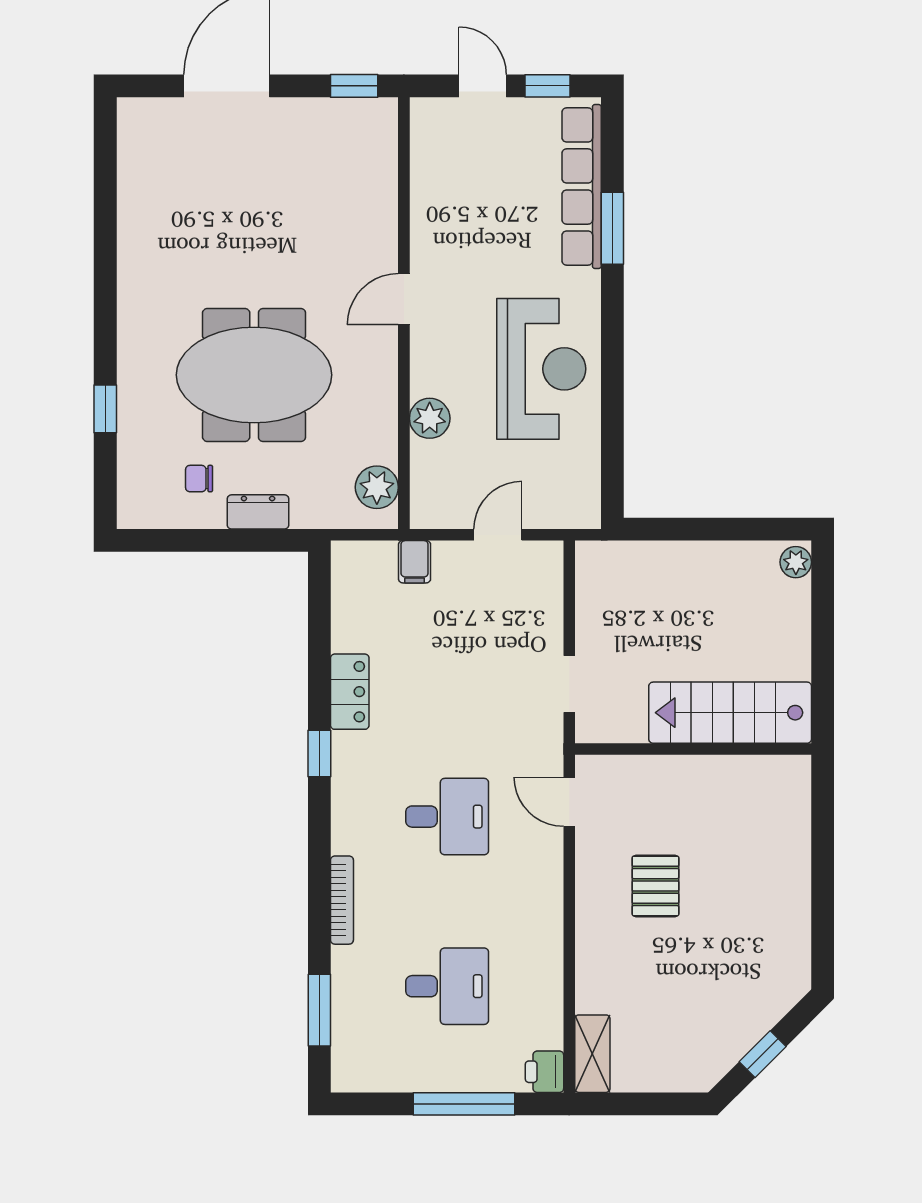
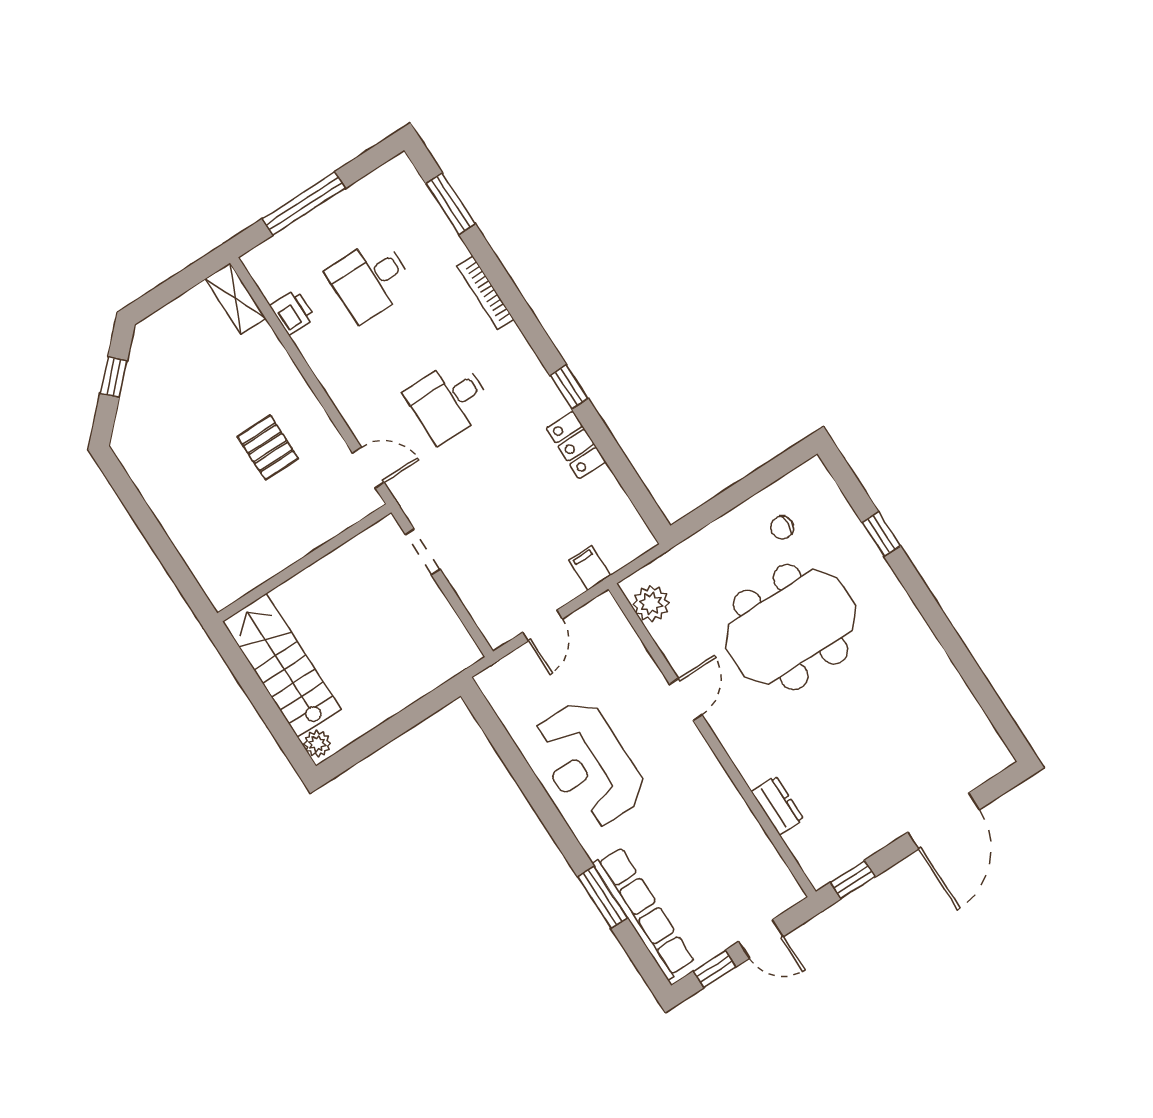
door: (404, 299) -> (686, 699), moved
plant: (430, 418) -> (645, 677), removed
chair: (199, 479) -> (782, 528), turned 180
dresser: (258, 512) -> (777, 805), moved, turned -90
stairs: (730, 713) -> (282, 665), moved, turned -90
printer: (545, 1072) -> (293, 312), moved

